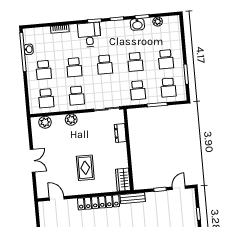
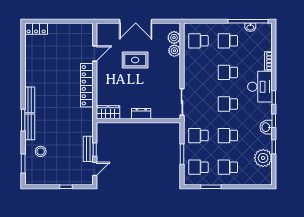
plant: (158, 22) -> (263, 158), width x1.87, depth x1.87
washbasin: (137, 24) -> (266, 127), moved
desk: (89, 35) -> (260, 87), width x1.37
school desk: (77, 96) -> (198, 72), removed
plant: (71, 120) -> (174, 51), moved
dresser: (120, 133) -> (141, 114), moved
double door: (32, 161) -> (136, 21), width x1.37
rug: (85, 168) -> (135, 60), moved
door: (179, 188) -> (95, 169), hinge flipped
door: (57, 198) -> (95, 53), moved
bench: (133, 198) -> (88, 149), moved

